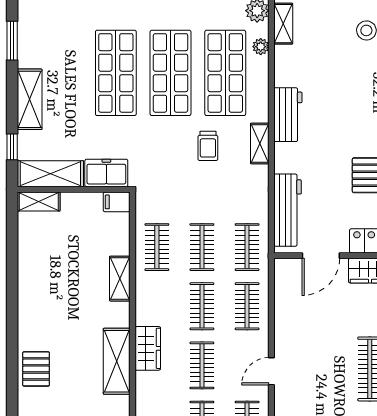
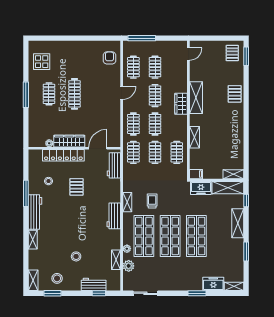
workbench: (288, 210) -> (114, 165), width x0.73

